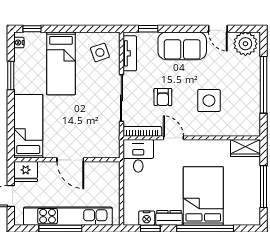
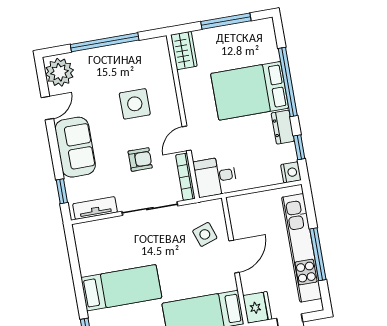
side table: (100, 52) -> (205, 234), moved
nightstand: (147, 218) -> (291, 172), moved

